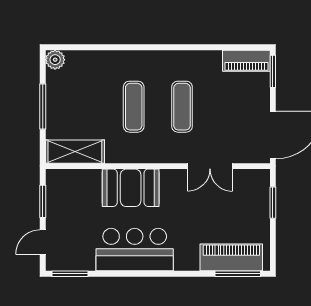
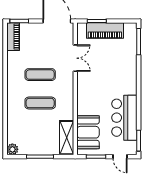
booth: (131, 188) -> (88, 132), moved
bar counter: (135, 250) -> (124, 118), moved
piano: (231, 257) -> (105, 31), moved, turned -90

